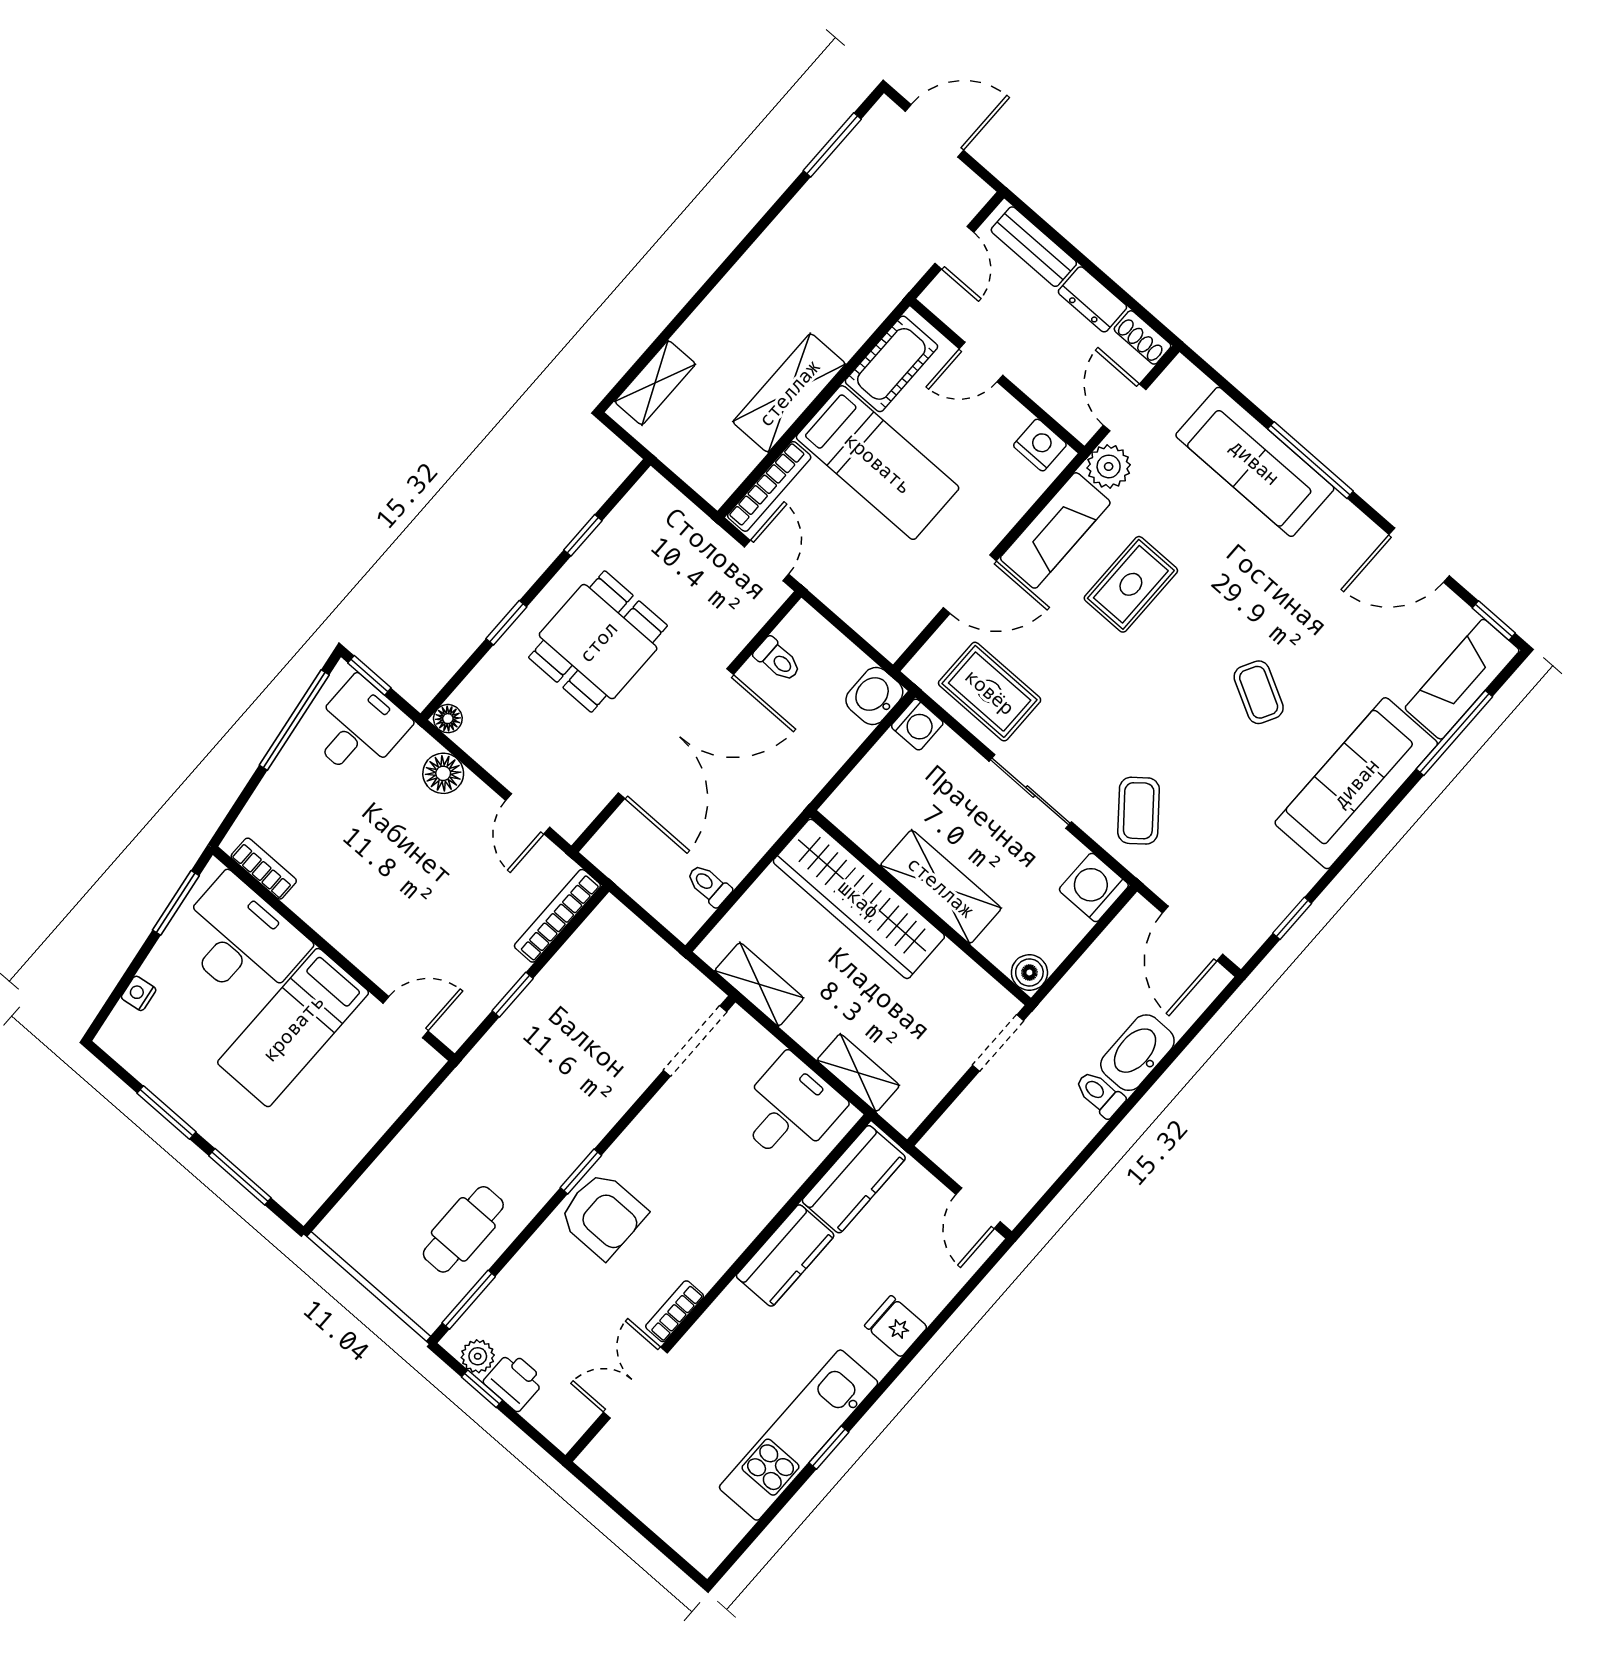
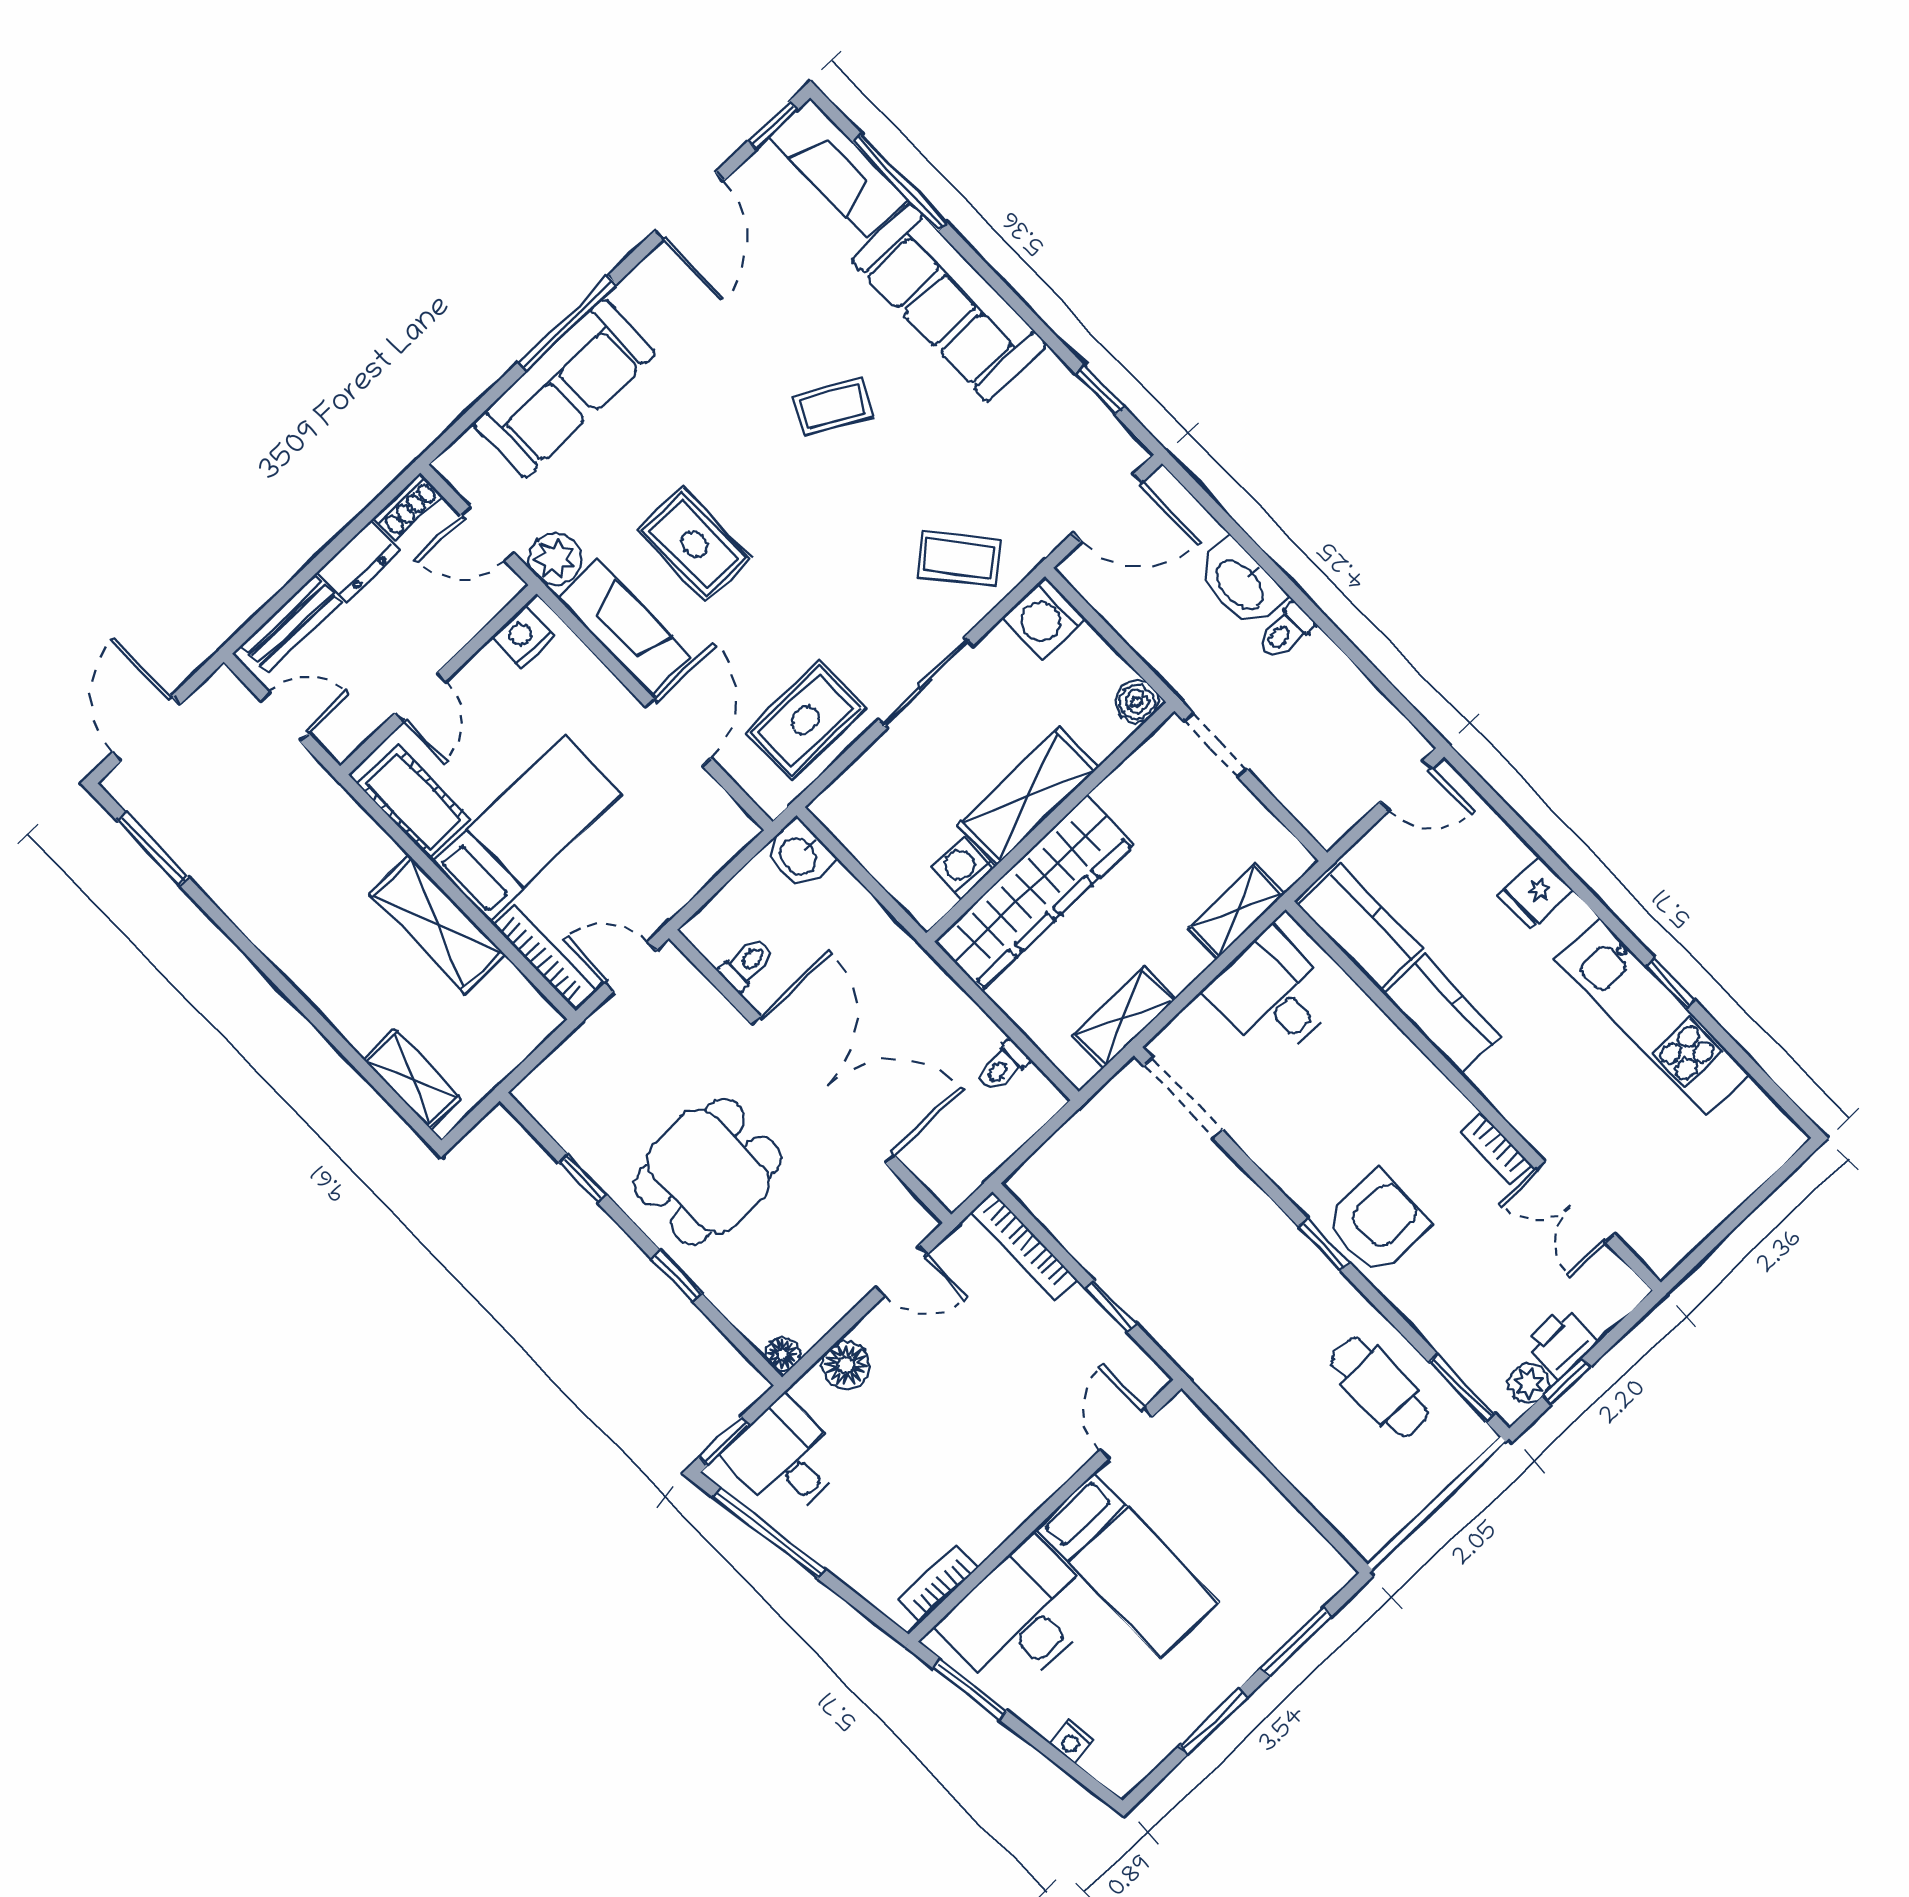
dining table: (598, 642) -> (708, 1171), turned 90
washing machine: (917, 725) -> (962, 868), moved, turned -90

